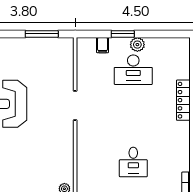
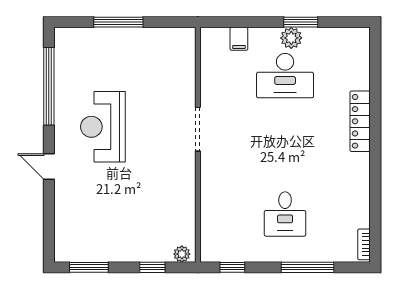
window: (42, 34) -> (118, 22), moved
window: (123, 34) -> (301, 22), moved

